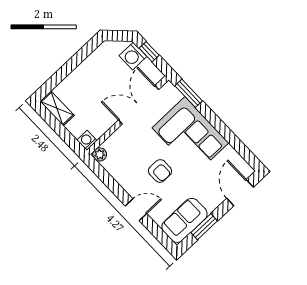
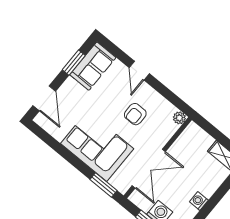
washing machine: (87, 140) -> (199, 201), moved, turned 180
armchair: (160, 171) -> (135, 114), moved, turned -90
door: (136, 210) -> (139, 71), hinge flipped

